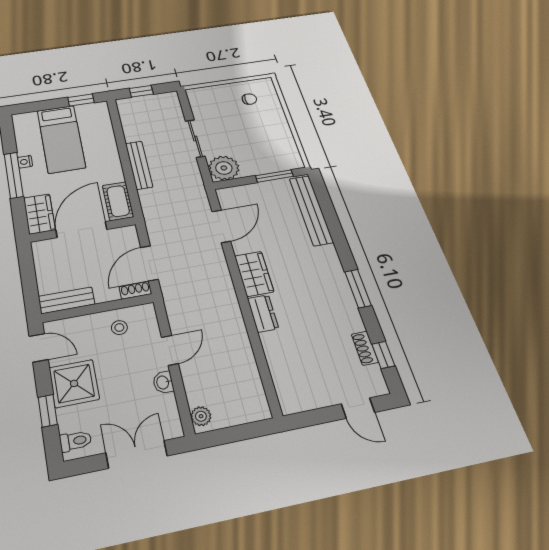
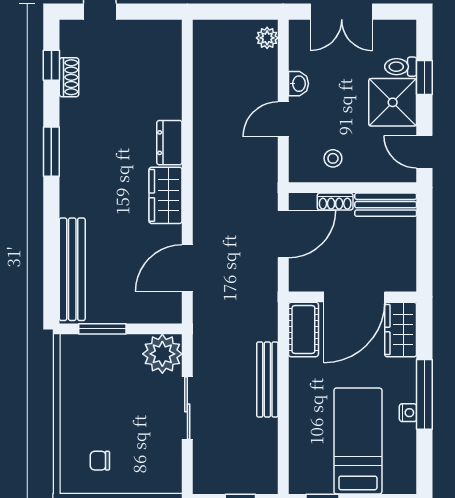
shoe rack: (135, 290) -> (335, 202), moved
toilet: (76, 441) -> (401, 67), moved

